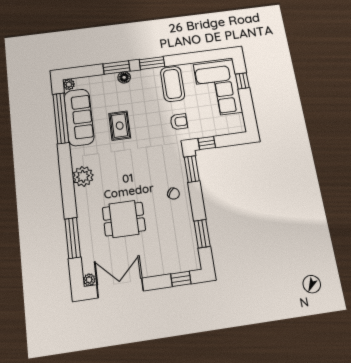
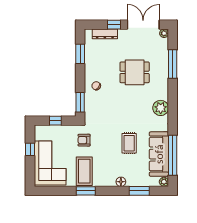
window: (152, 63) -> (86, 191), moved
window: (116, 68) -> (139, 191), moved
window: (242, 81) -> (30, 149), moved
window: (207, 143) -> (55, 121), moved
dresser: (172, 267) -> (105, 34), added
window: (181, 279) -> (114, 25), moved
double door: (120, 288) -> (143, 25), swing flipped

